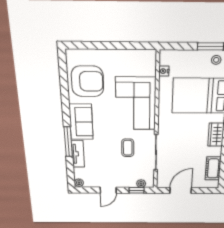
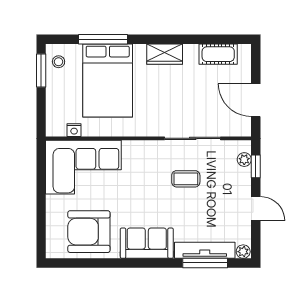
armchair: (87, 81) -> (89, 232), turned -90
corner sofa: (136, 104) -> (83, 167), moved
window: (68, 142) -> (205, 263), moved
tv unit: (78, 154) -> (205, 250), width x1.41

